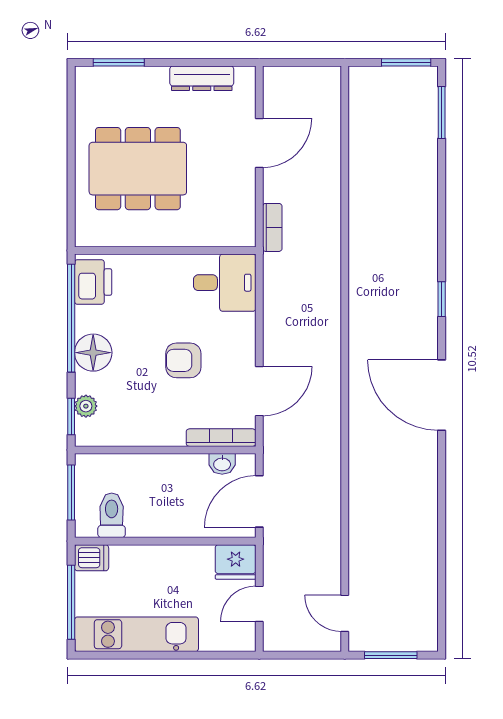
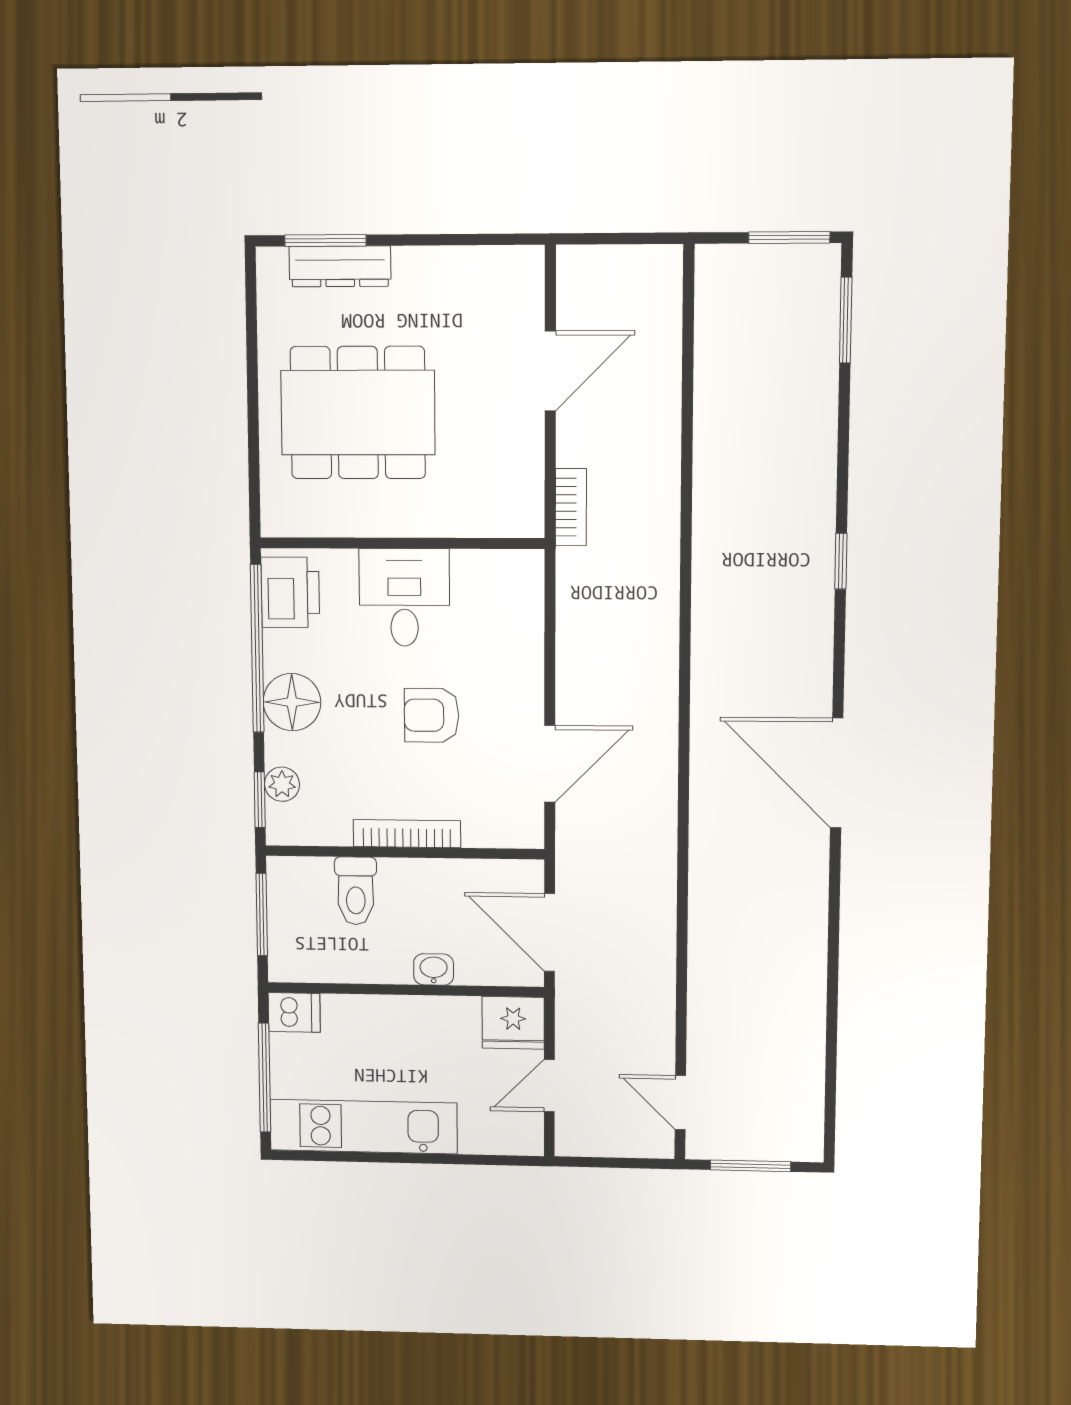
dresser: (202, 78) -> (340, 266), moved
desk: (225, 283) -> (404, 597), moved, turned -90
window: (442, 299) -> (841, 561), moved
bookcase: (221, 438) -> (407, 834), moved
washbasin: (222, 464) -> (434, 969), moved, turned 180
door: (259, 501) -> (550, 932), hinge flipped
toilet: (112, 515) -> (356, 891), moved, turned 180

